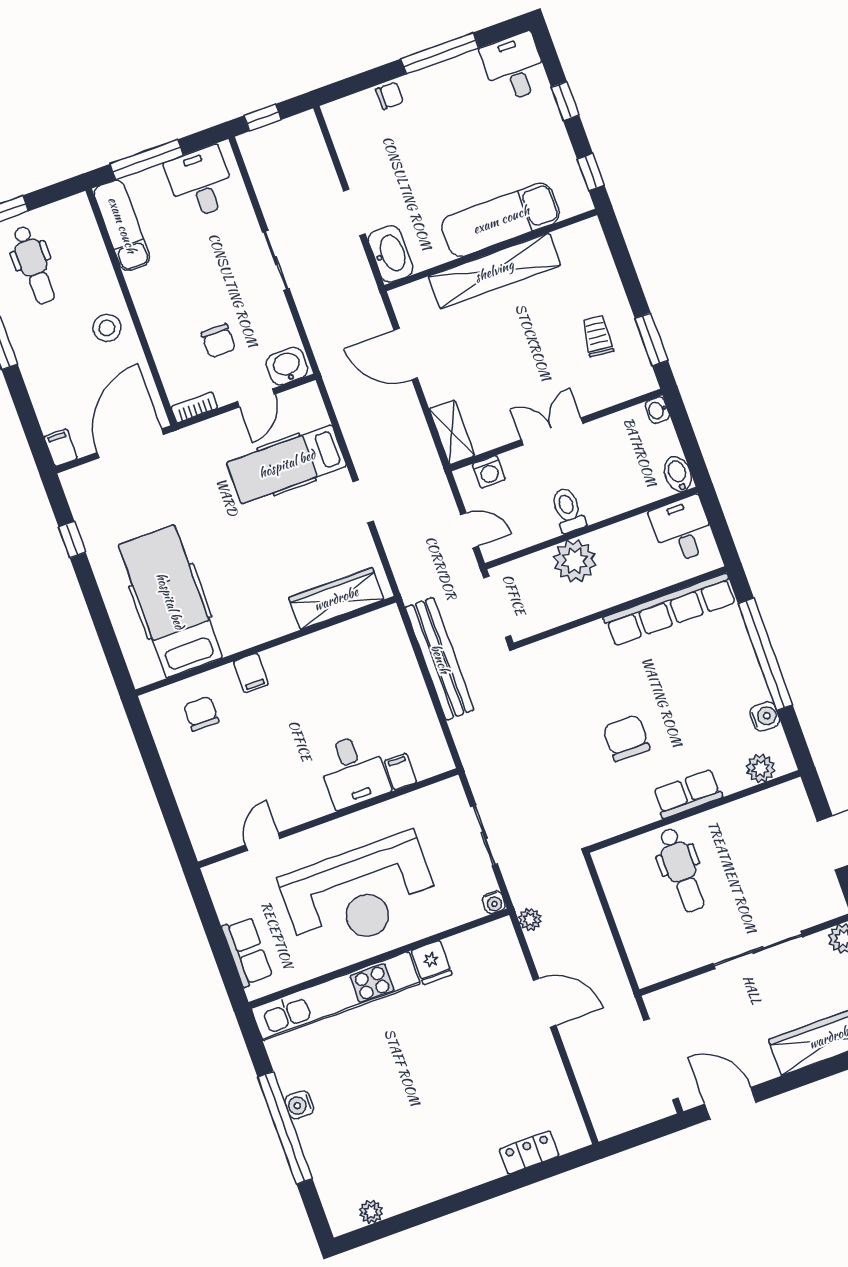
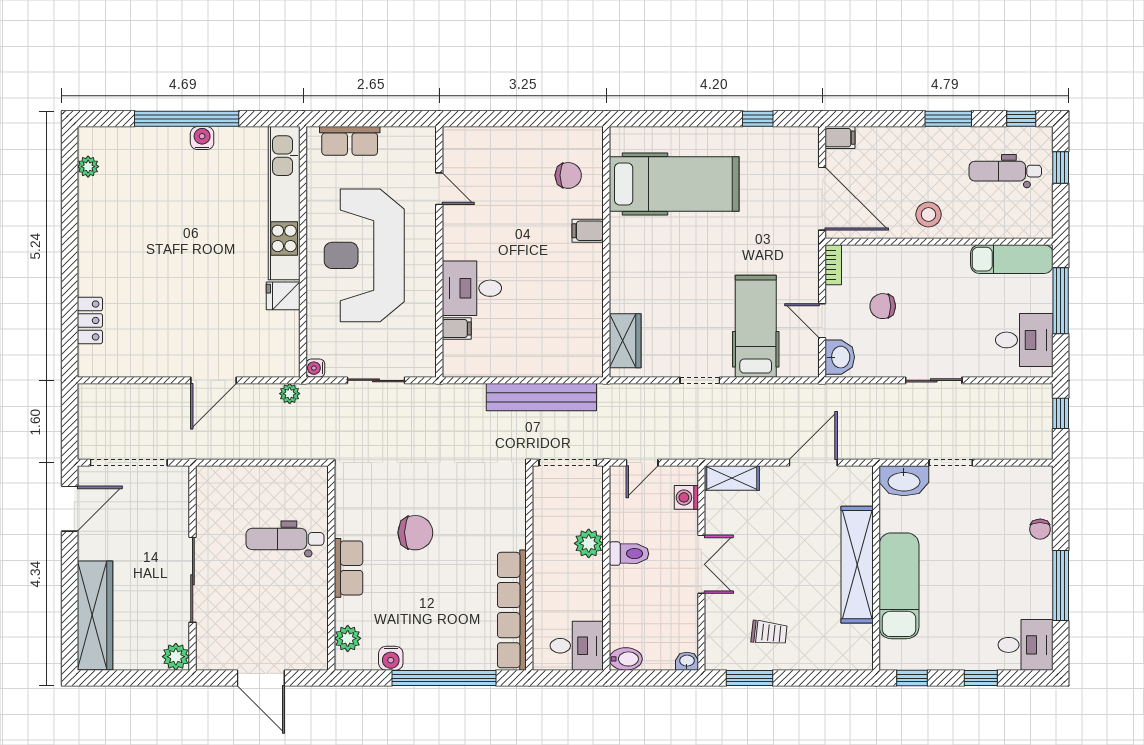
plant: (575, 561) -> (589, 543), width x0.73, depth x0.73
wardrobe: (336, 599) -> (625, 341), width x0.67

